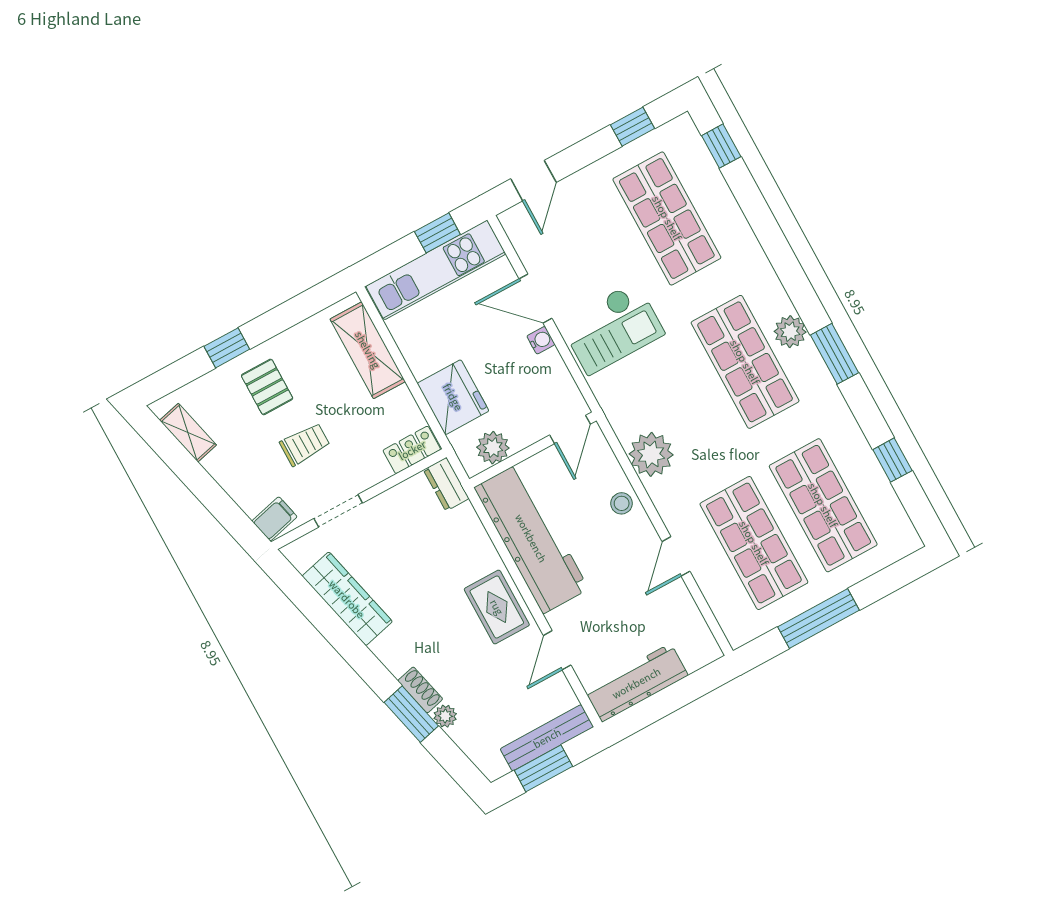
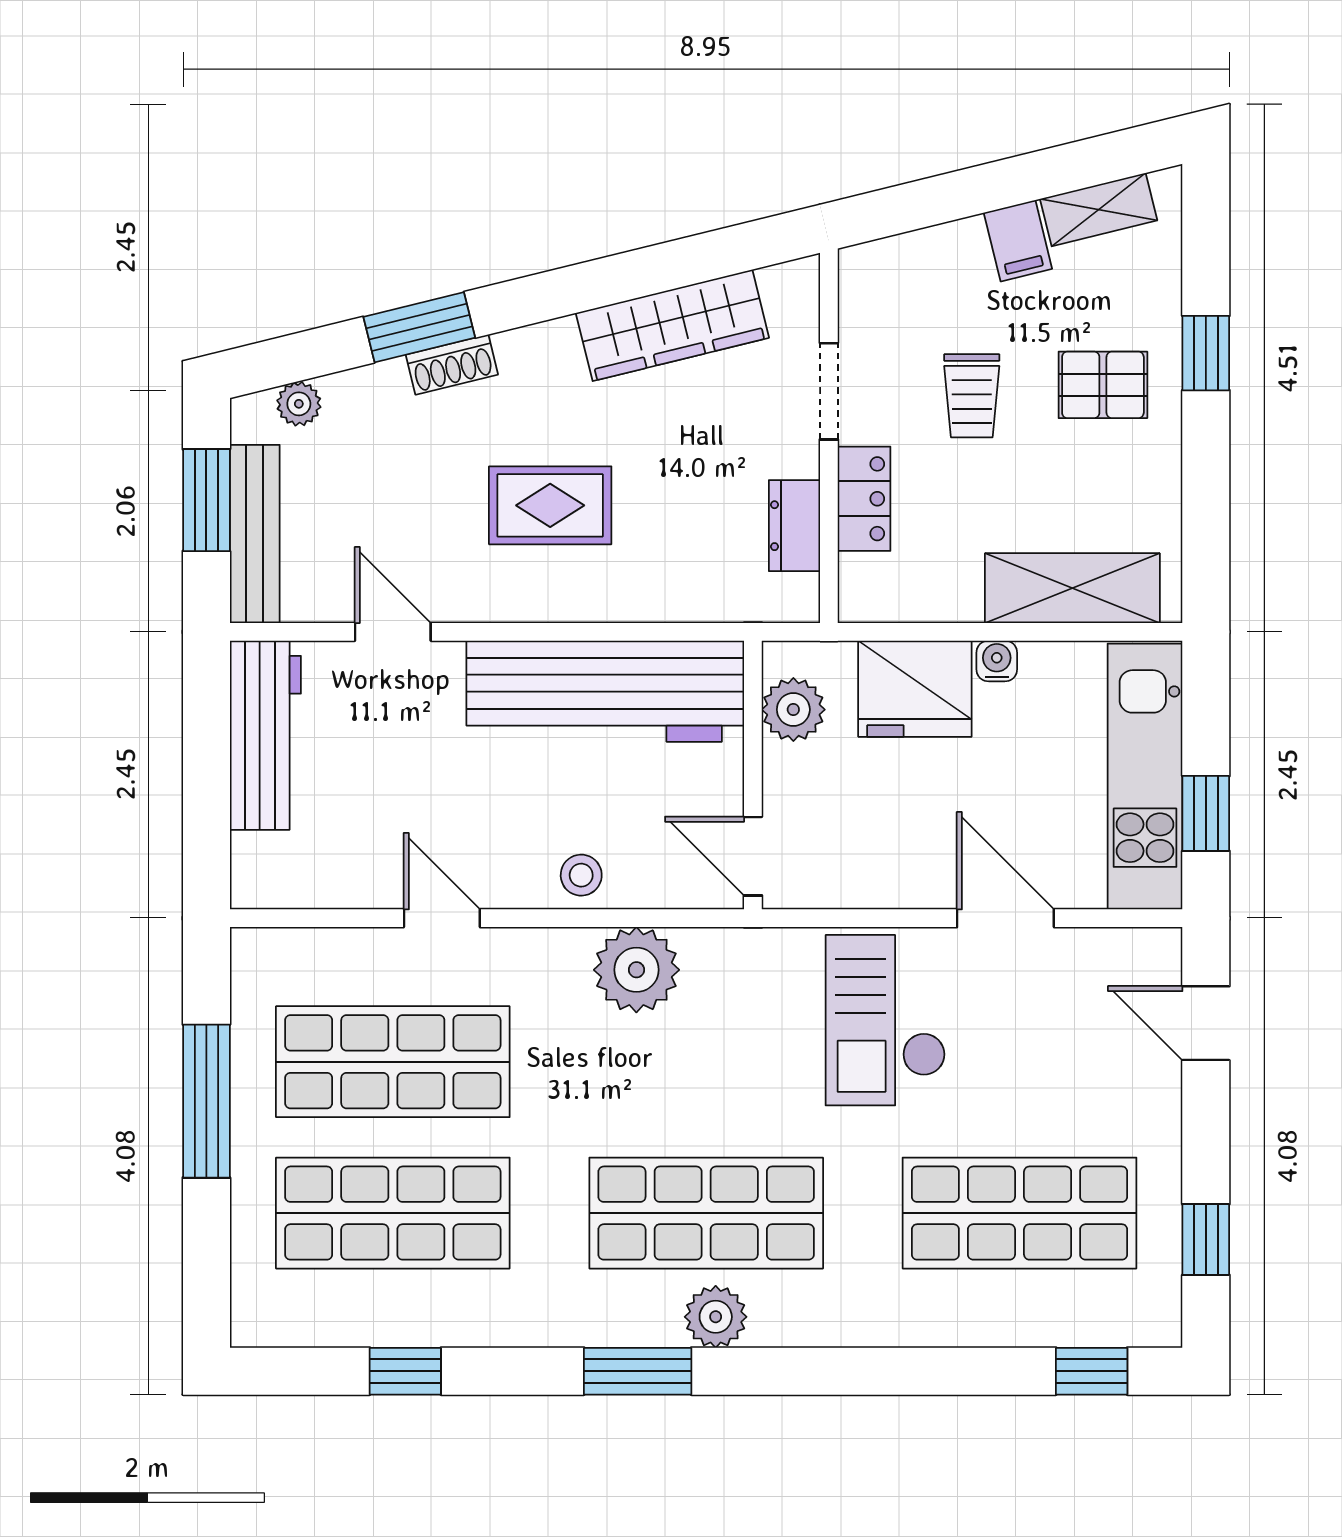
door: (535, 299) -> (1005, 918), hinge flipped
water cooler: (541, 340) -> (997, 661), moved, turned 180
locker: (412, 450) -> (864, 499), moved
dresser: (446, 484) -> (794, 526), moved, turned -90
filing cabinet: (274, 519) -> (1018, 241), moved
rug: (497, 607) -> (550, 505), moved
plant: (445, 716) -> (299, 404), moved

